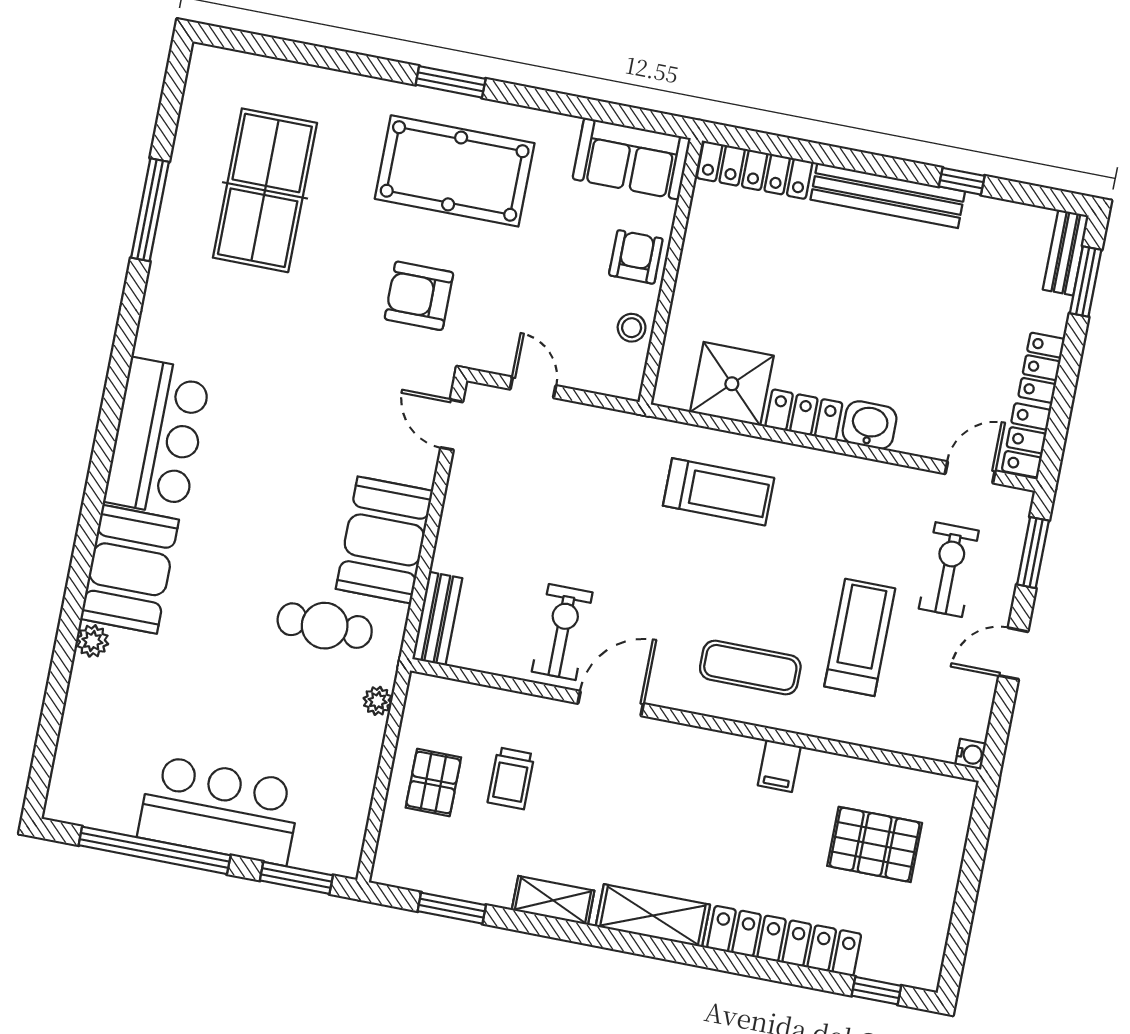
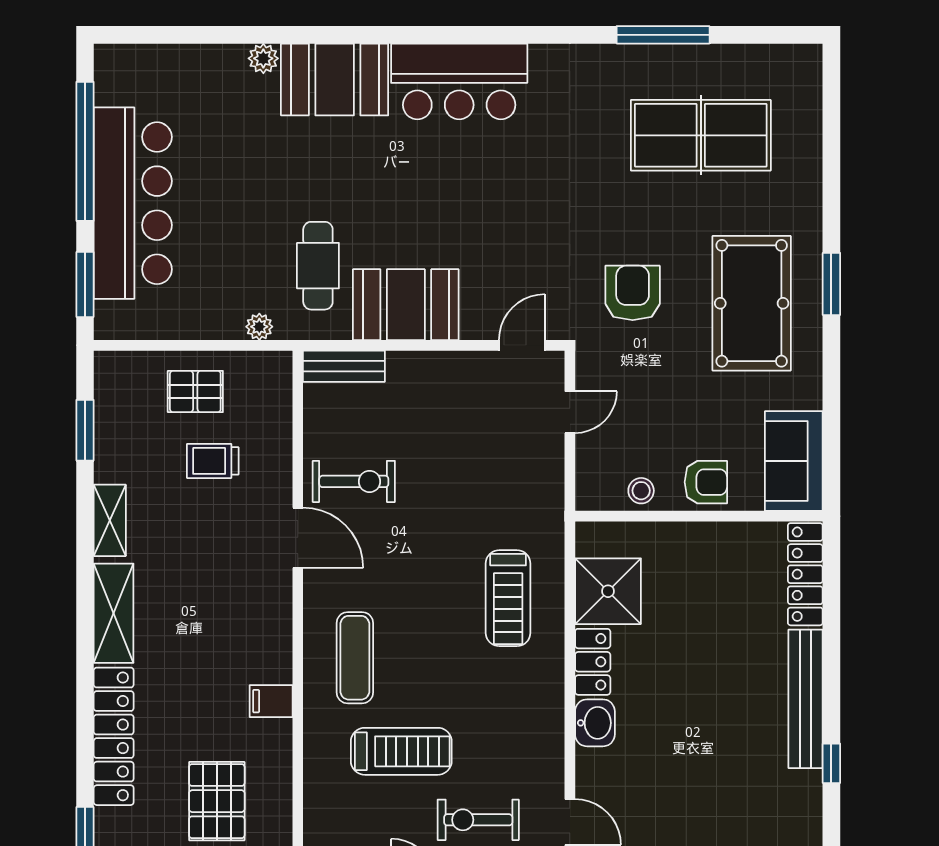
exercise bike: (949, 570) -> (478, 820), turned 180
bar counter: (220, 810) -> (133, 203), width x1.36

